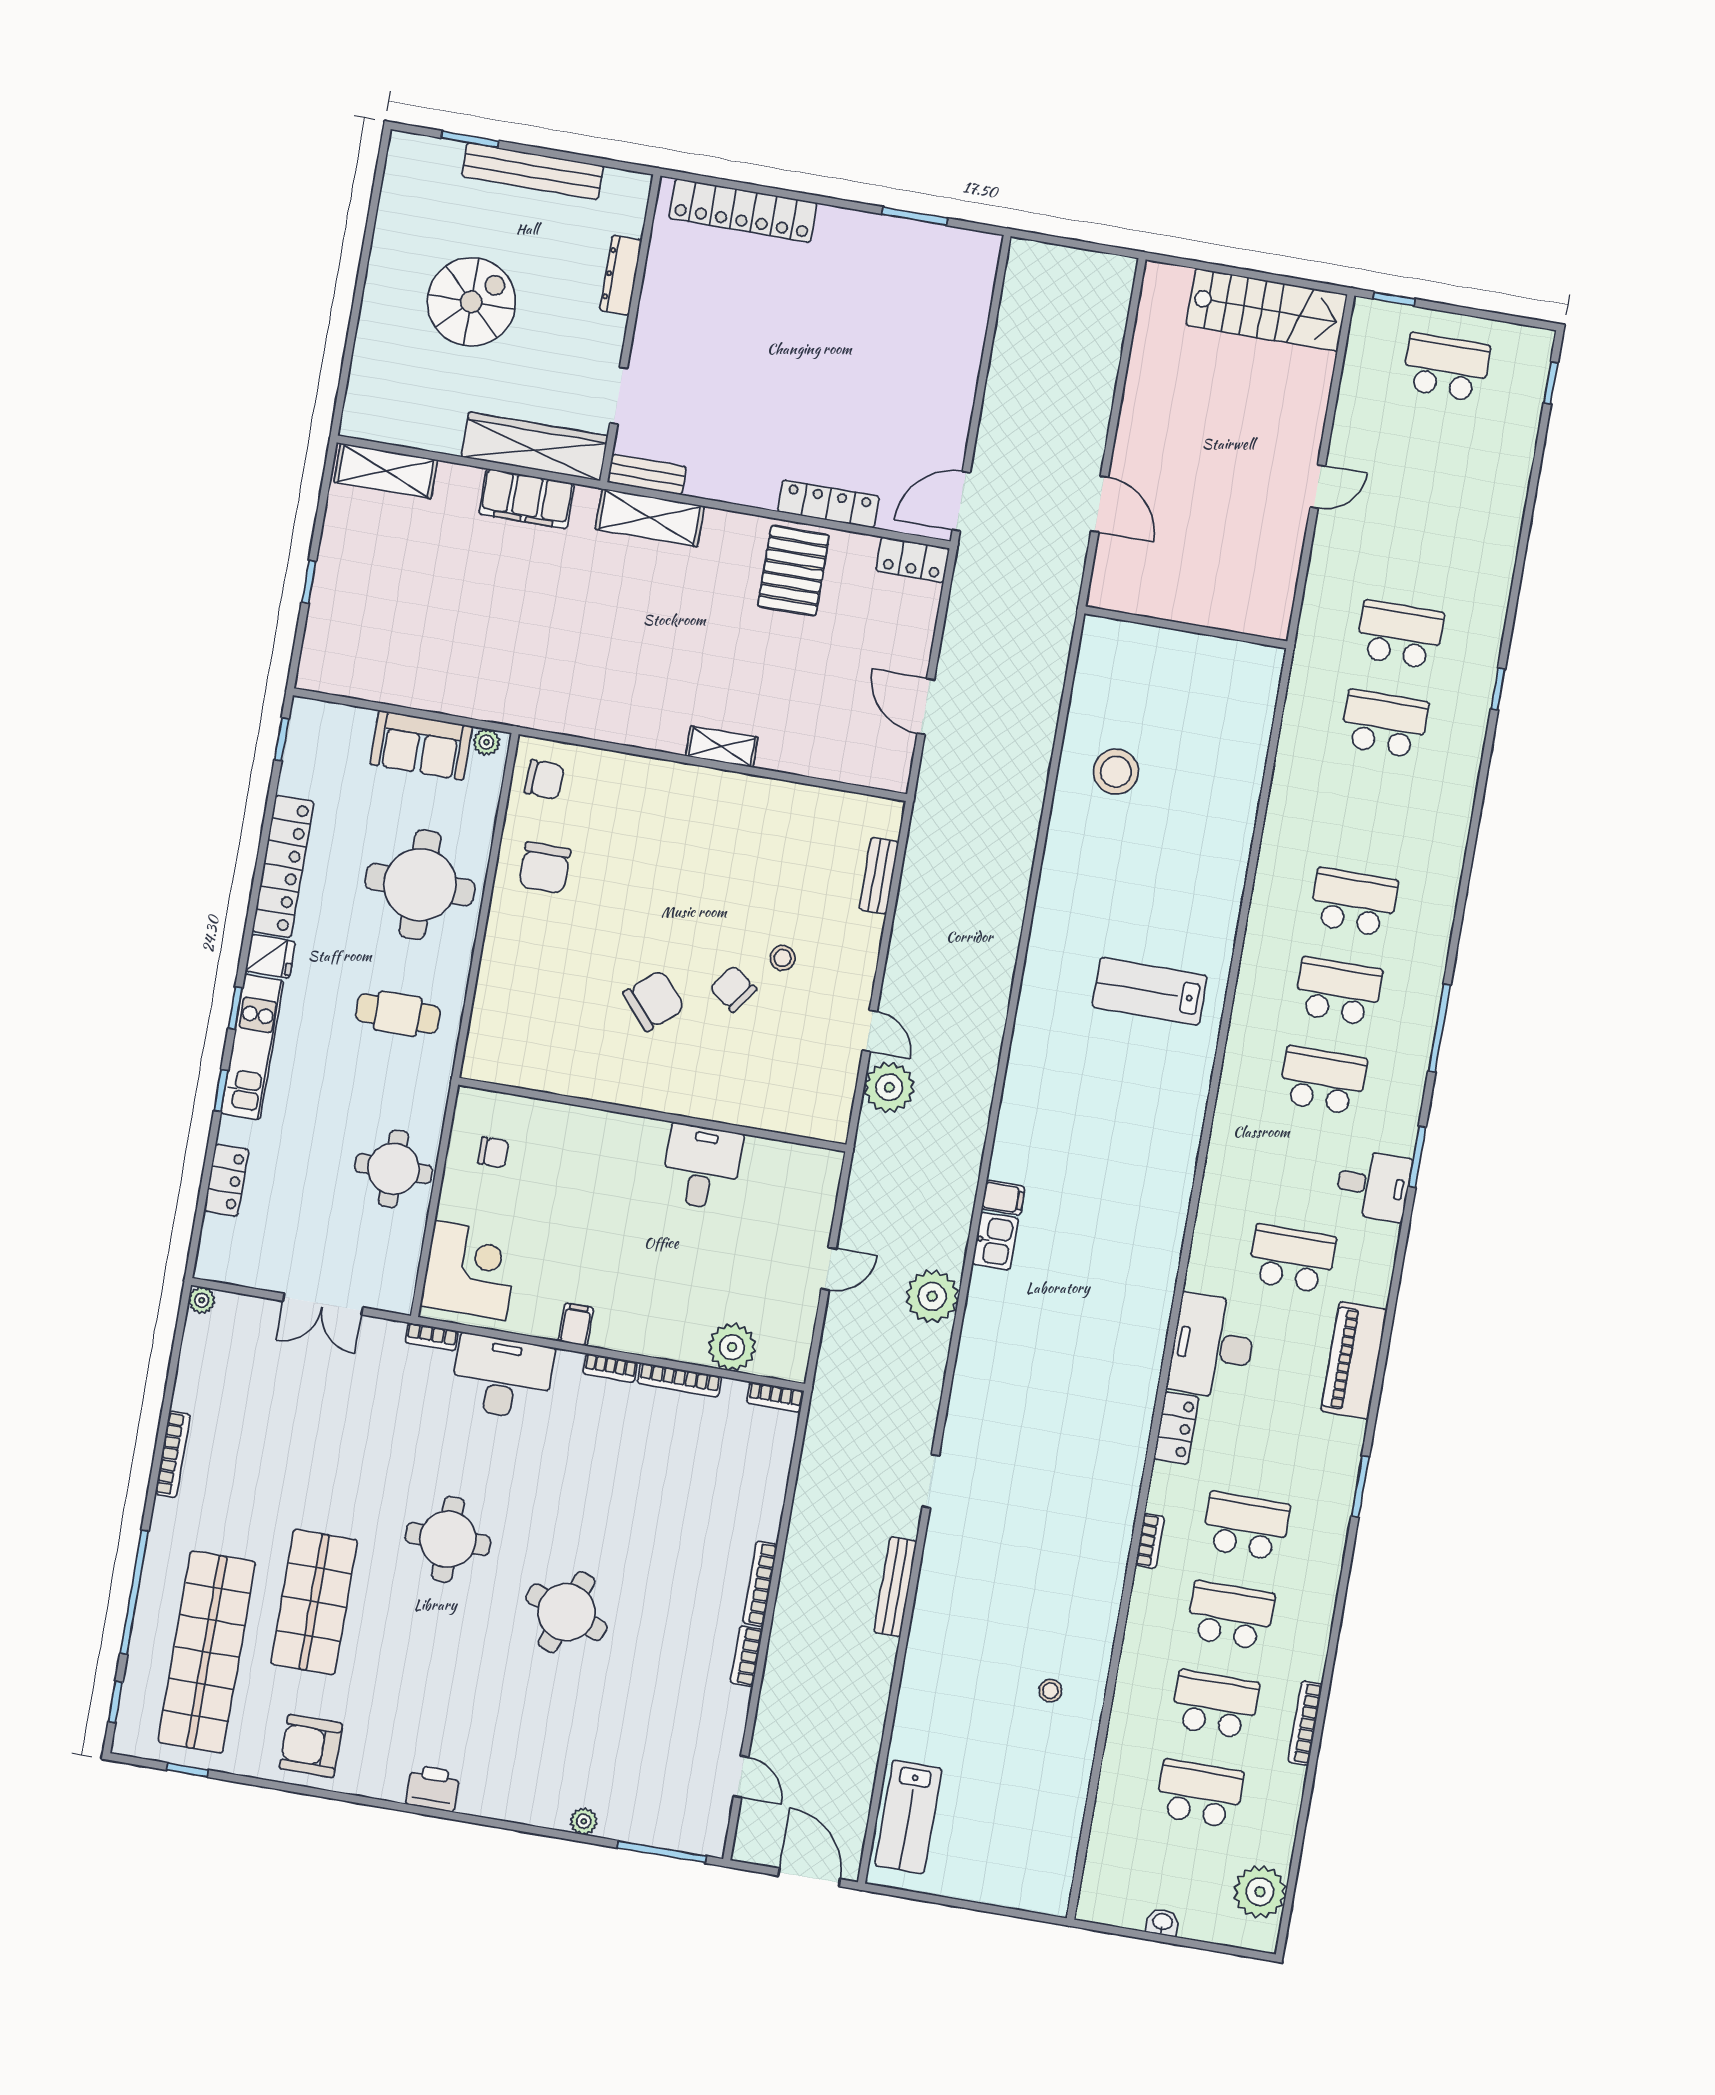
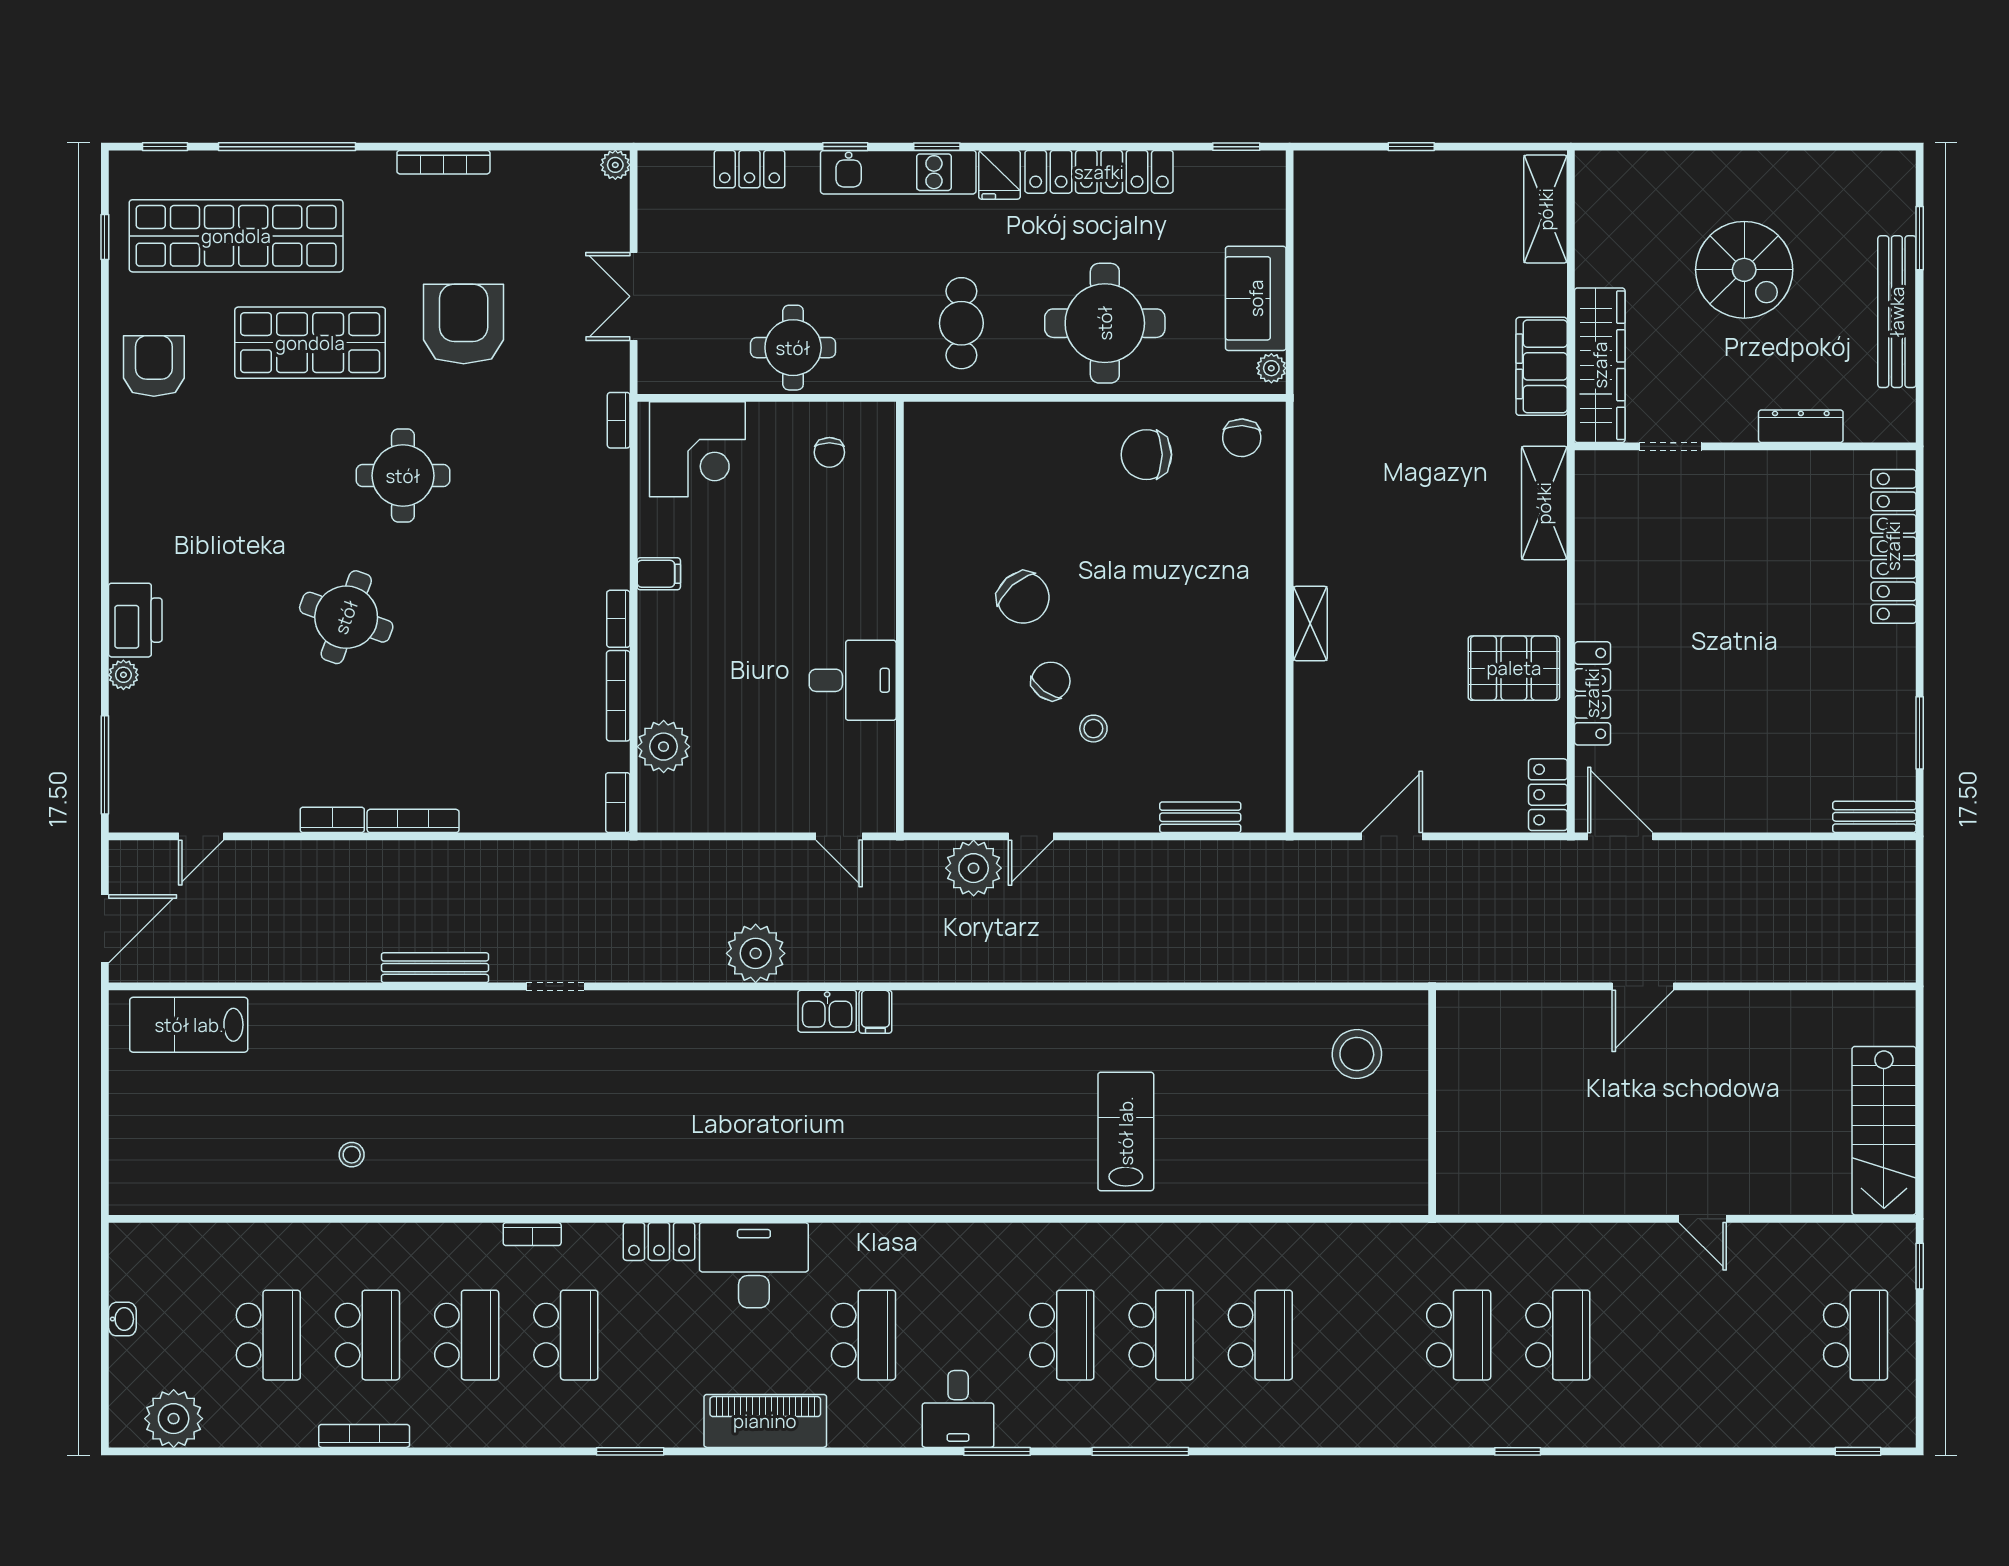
bench: (647, 474) -> (1874, 817), moved, turned 90
wall: (1186, 627) -> (1432, 1103), moved
door: (829, 1269) -> (839, 836), moved
desk: (502, 1377) -> (588, 504), removed
armchair: (321, 1461) -> (464, 324), added
printer: (433, 1788) -> (135, 620), moved, width x1.37, depth x1.19

